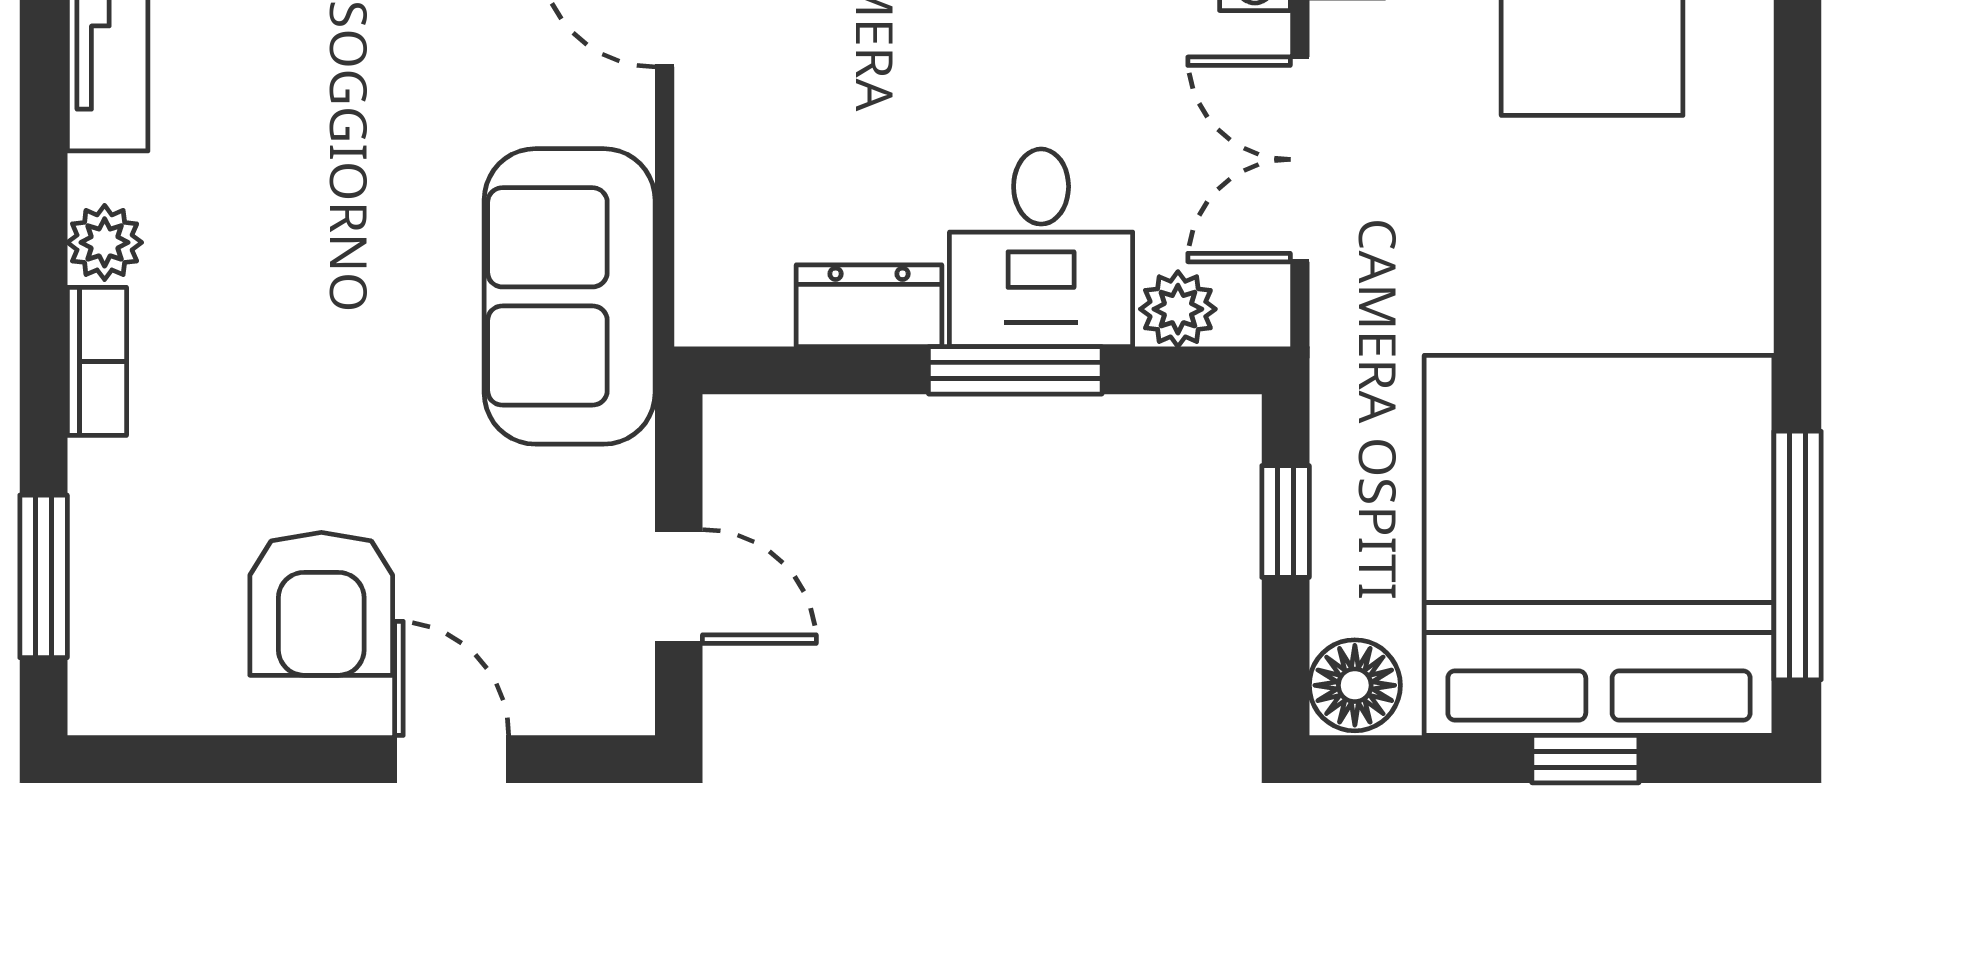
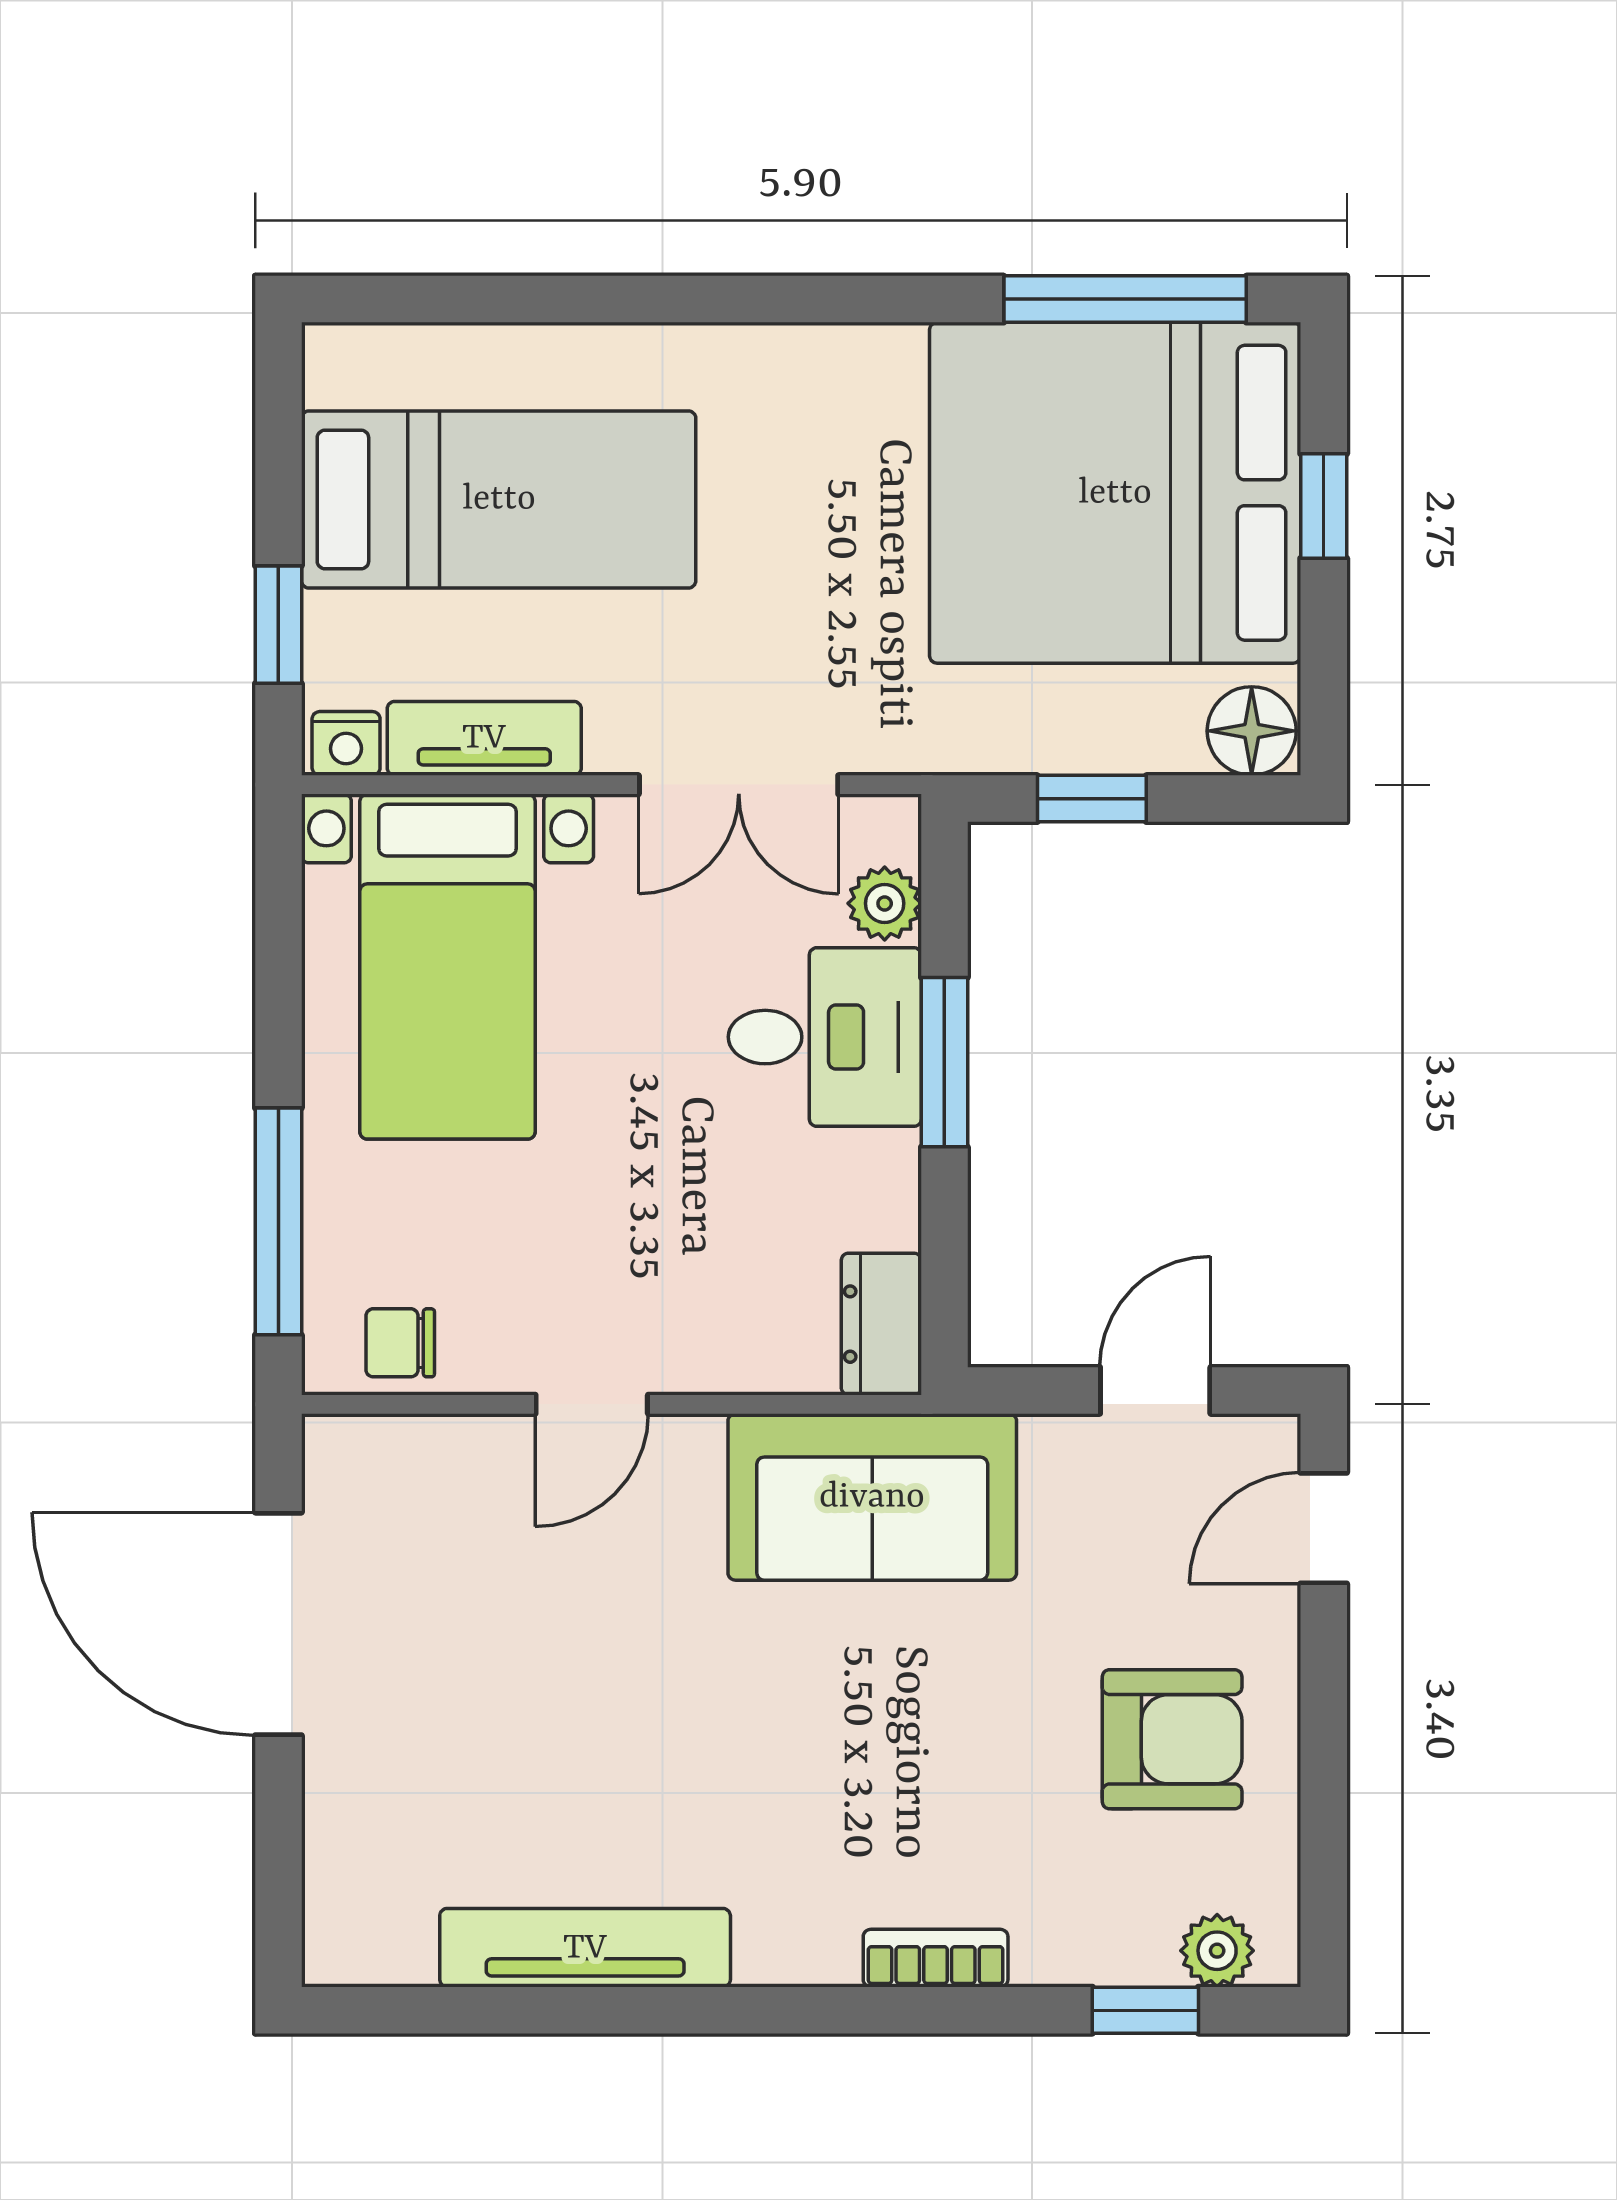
plant: (105, 242) -> (1217, 1951), moved
dresser: (869, 306) -> (881, 1324), moved
window: (44, 576) -> (1145, 2010), width x0.67
door: (452, 759) -> (1324, 1528), moved

